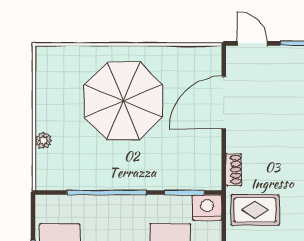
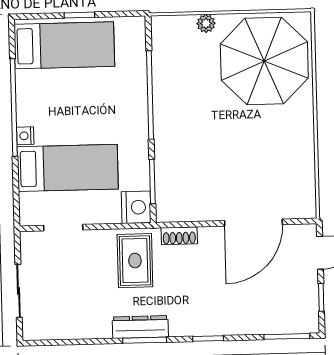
parasol: (123, 101) -> (264, 61), moved
door: (224, 103) -> (253, 223), swing flipped

